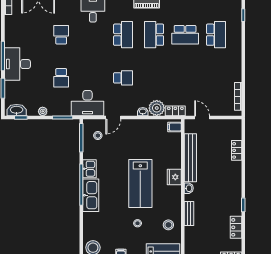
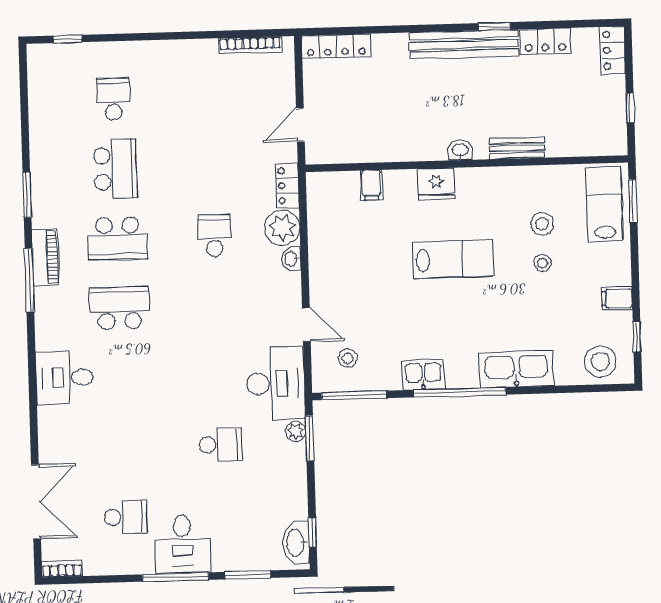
school desk: (61, 35) -> (126, 517), moved, turned 180
school desk: (216, 35) -> (113, 99), width x0.54
desk: (17, 64) -> (182, 544), width x0.73
school desk: (123, 78) -> (214, 236), moved
plant: (43, 111) -> (296, 431), moved
filing cabinet: (174, 127) -> (371, 185), moved
locker: (237, 150) -> (336, 46), moved, width x1.53
bench: (190, 158) -> (464, 44), moved
lab bench: (140, 183) -> (453, 259), width x0.73, depth x0.72
kitchen sink: (91, 195) -> (516, 369), moved
stool: (168, 225) -> (542, 224), moved

